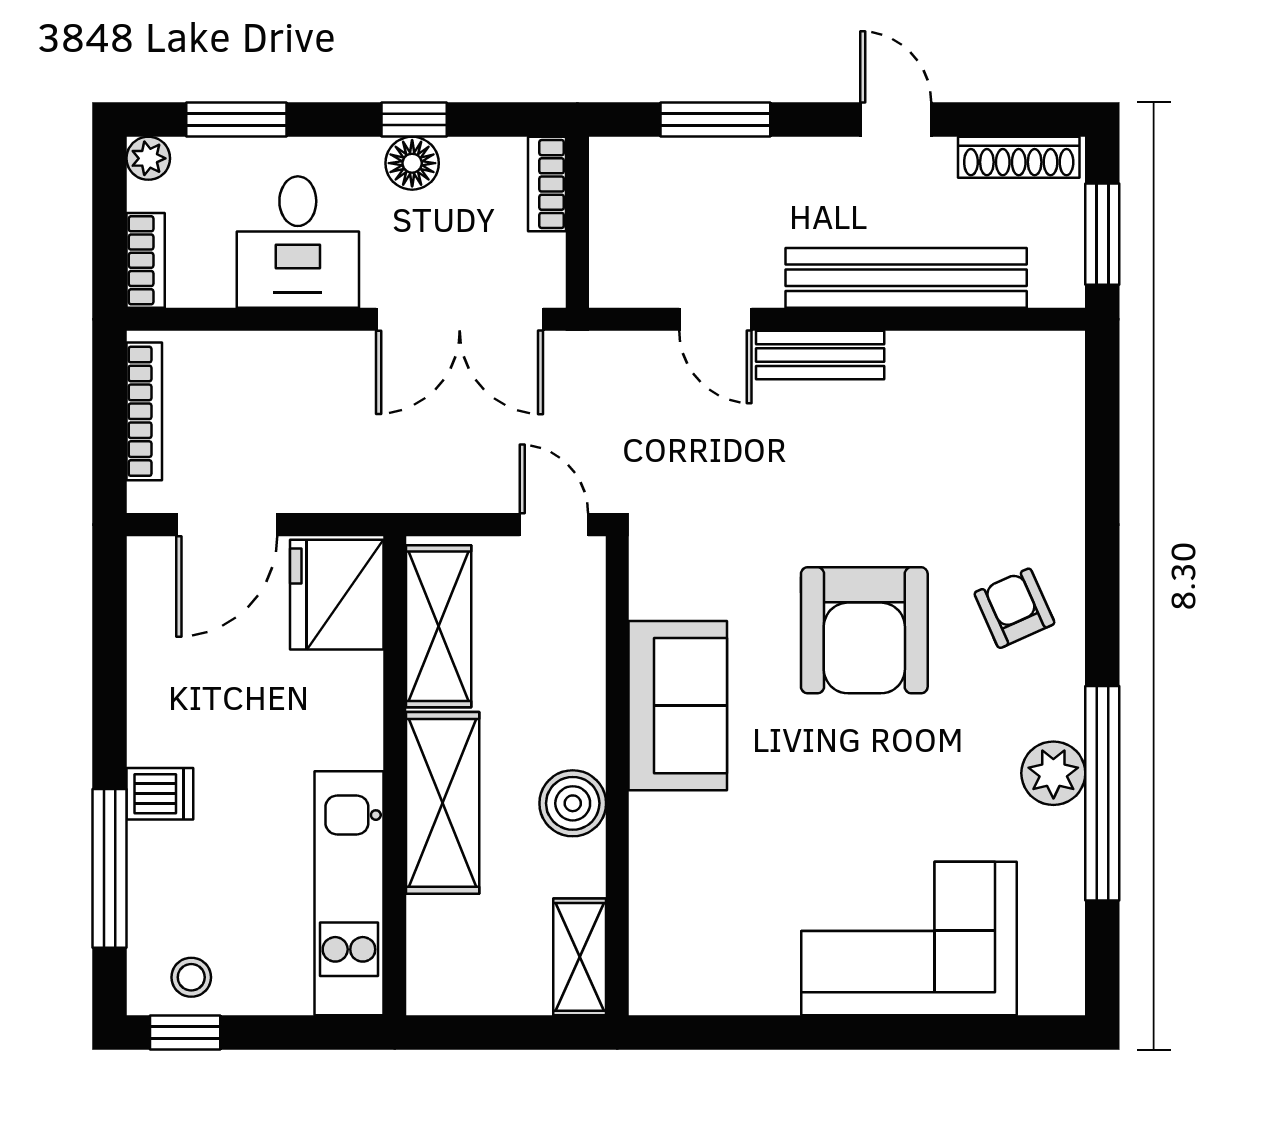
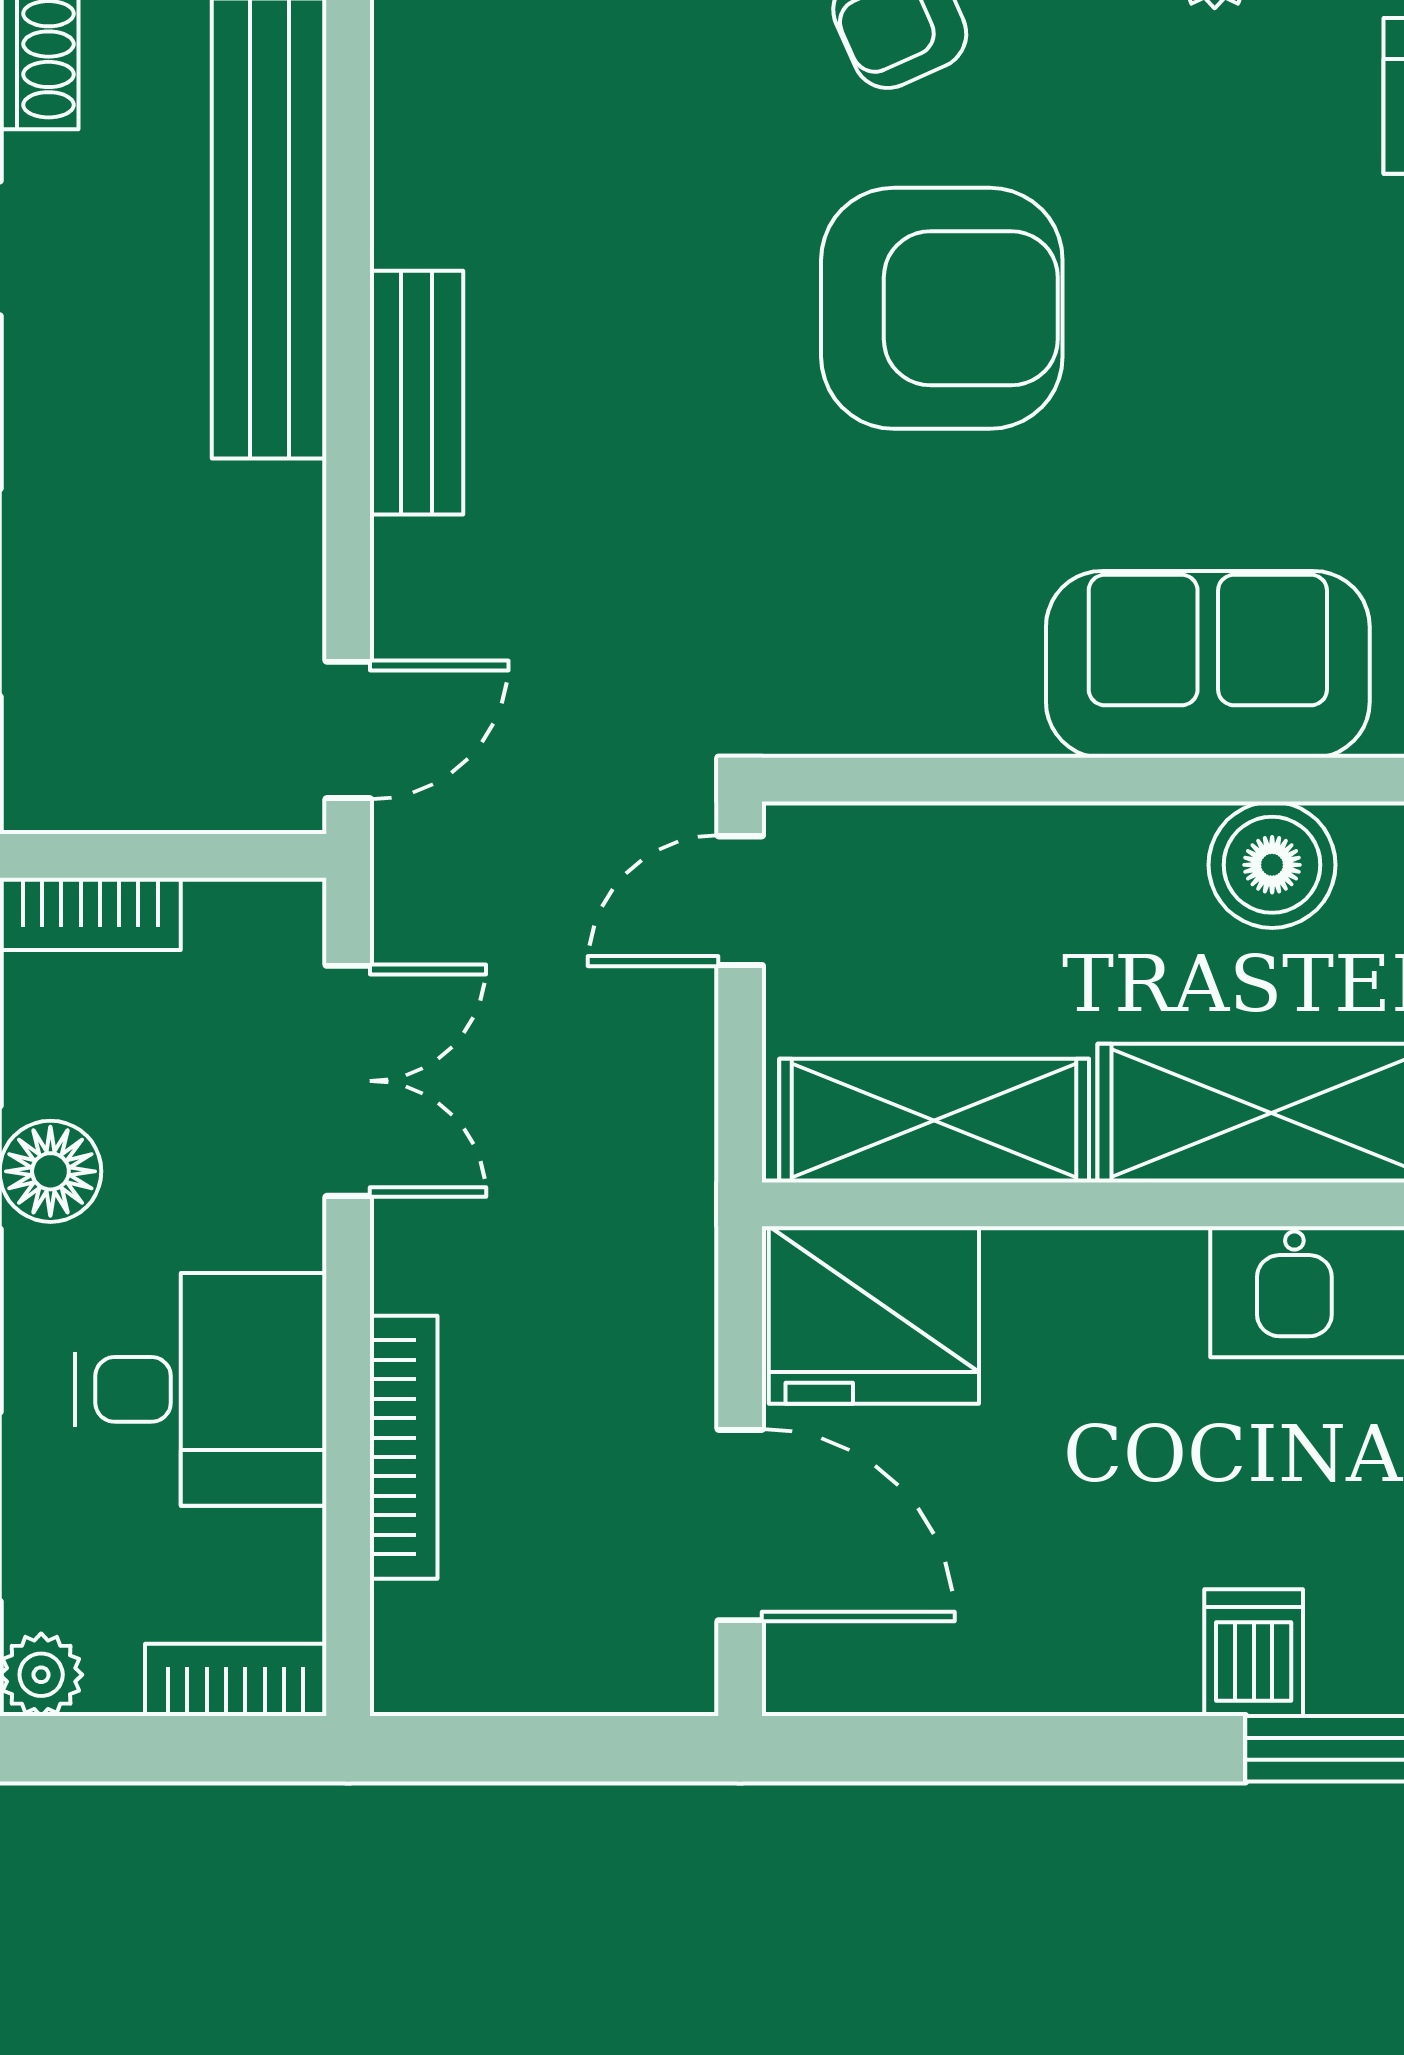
double door: (460, 319) -> (348, 1081), width x0.73
door: (715, 319) -> (348, 730), moved
bookcase: (144, 411) -> (404, 1447), moved, turned 90
sofa: (678, 706) -> (1208, 664), moved

